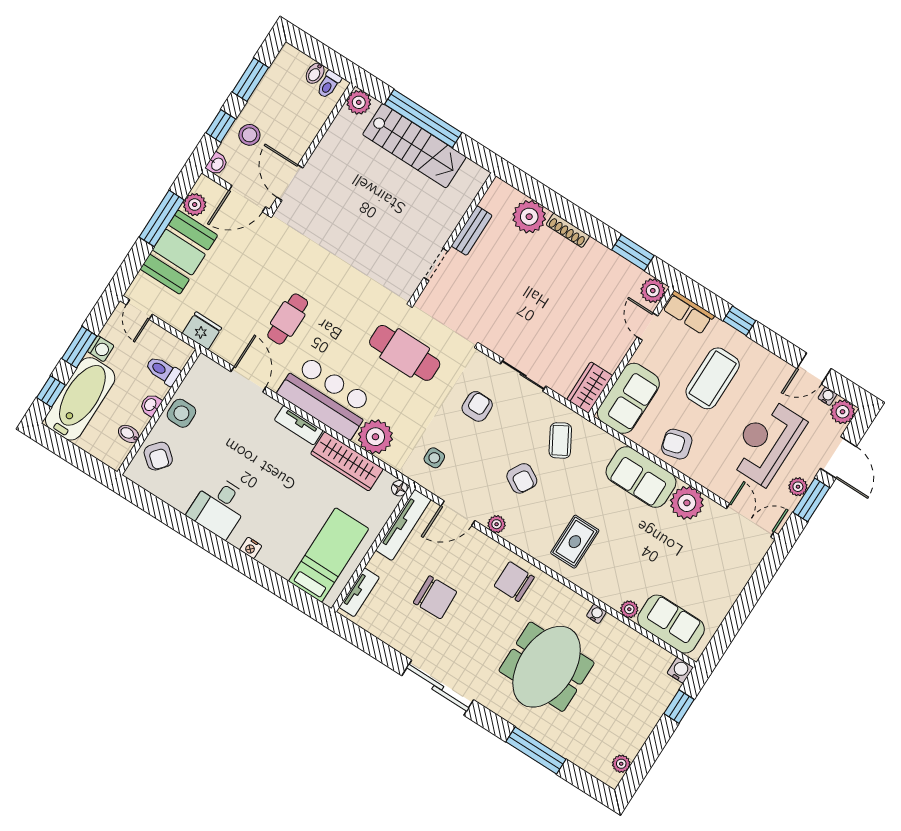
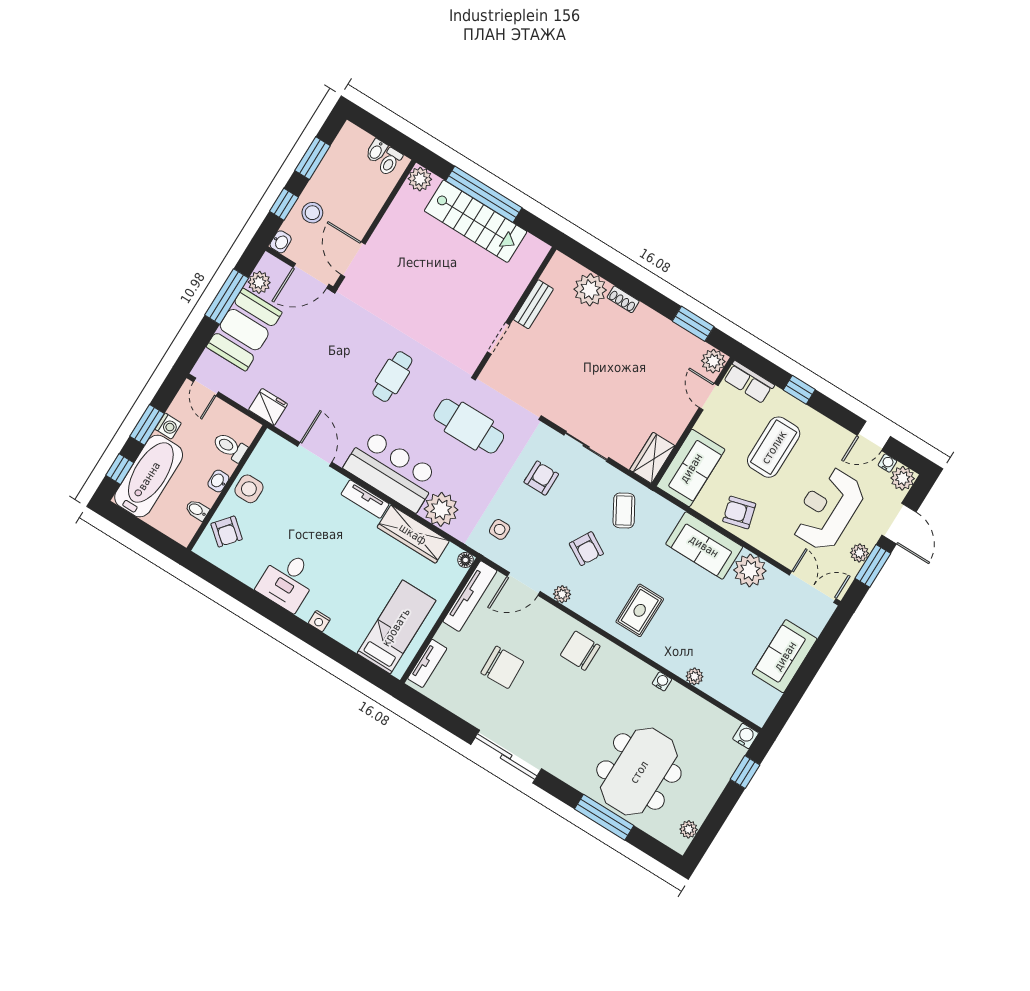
shoe rack: (568, 230) -> (623, 299), width x0.70
cafe table: (288, 319) -> (392, 377), moved
sofa: (671, 624) -> (785, 656), moved, turned -90
meeting table: (547, 667) -> (639, 772), moved

